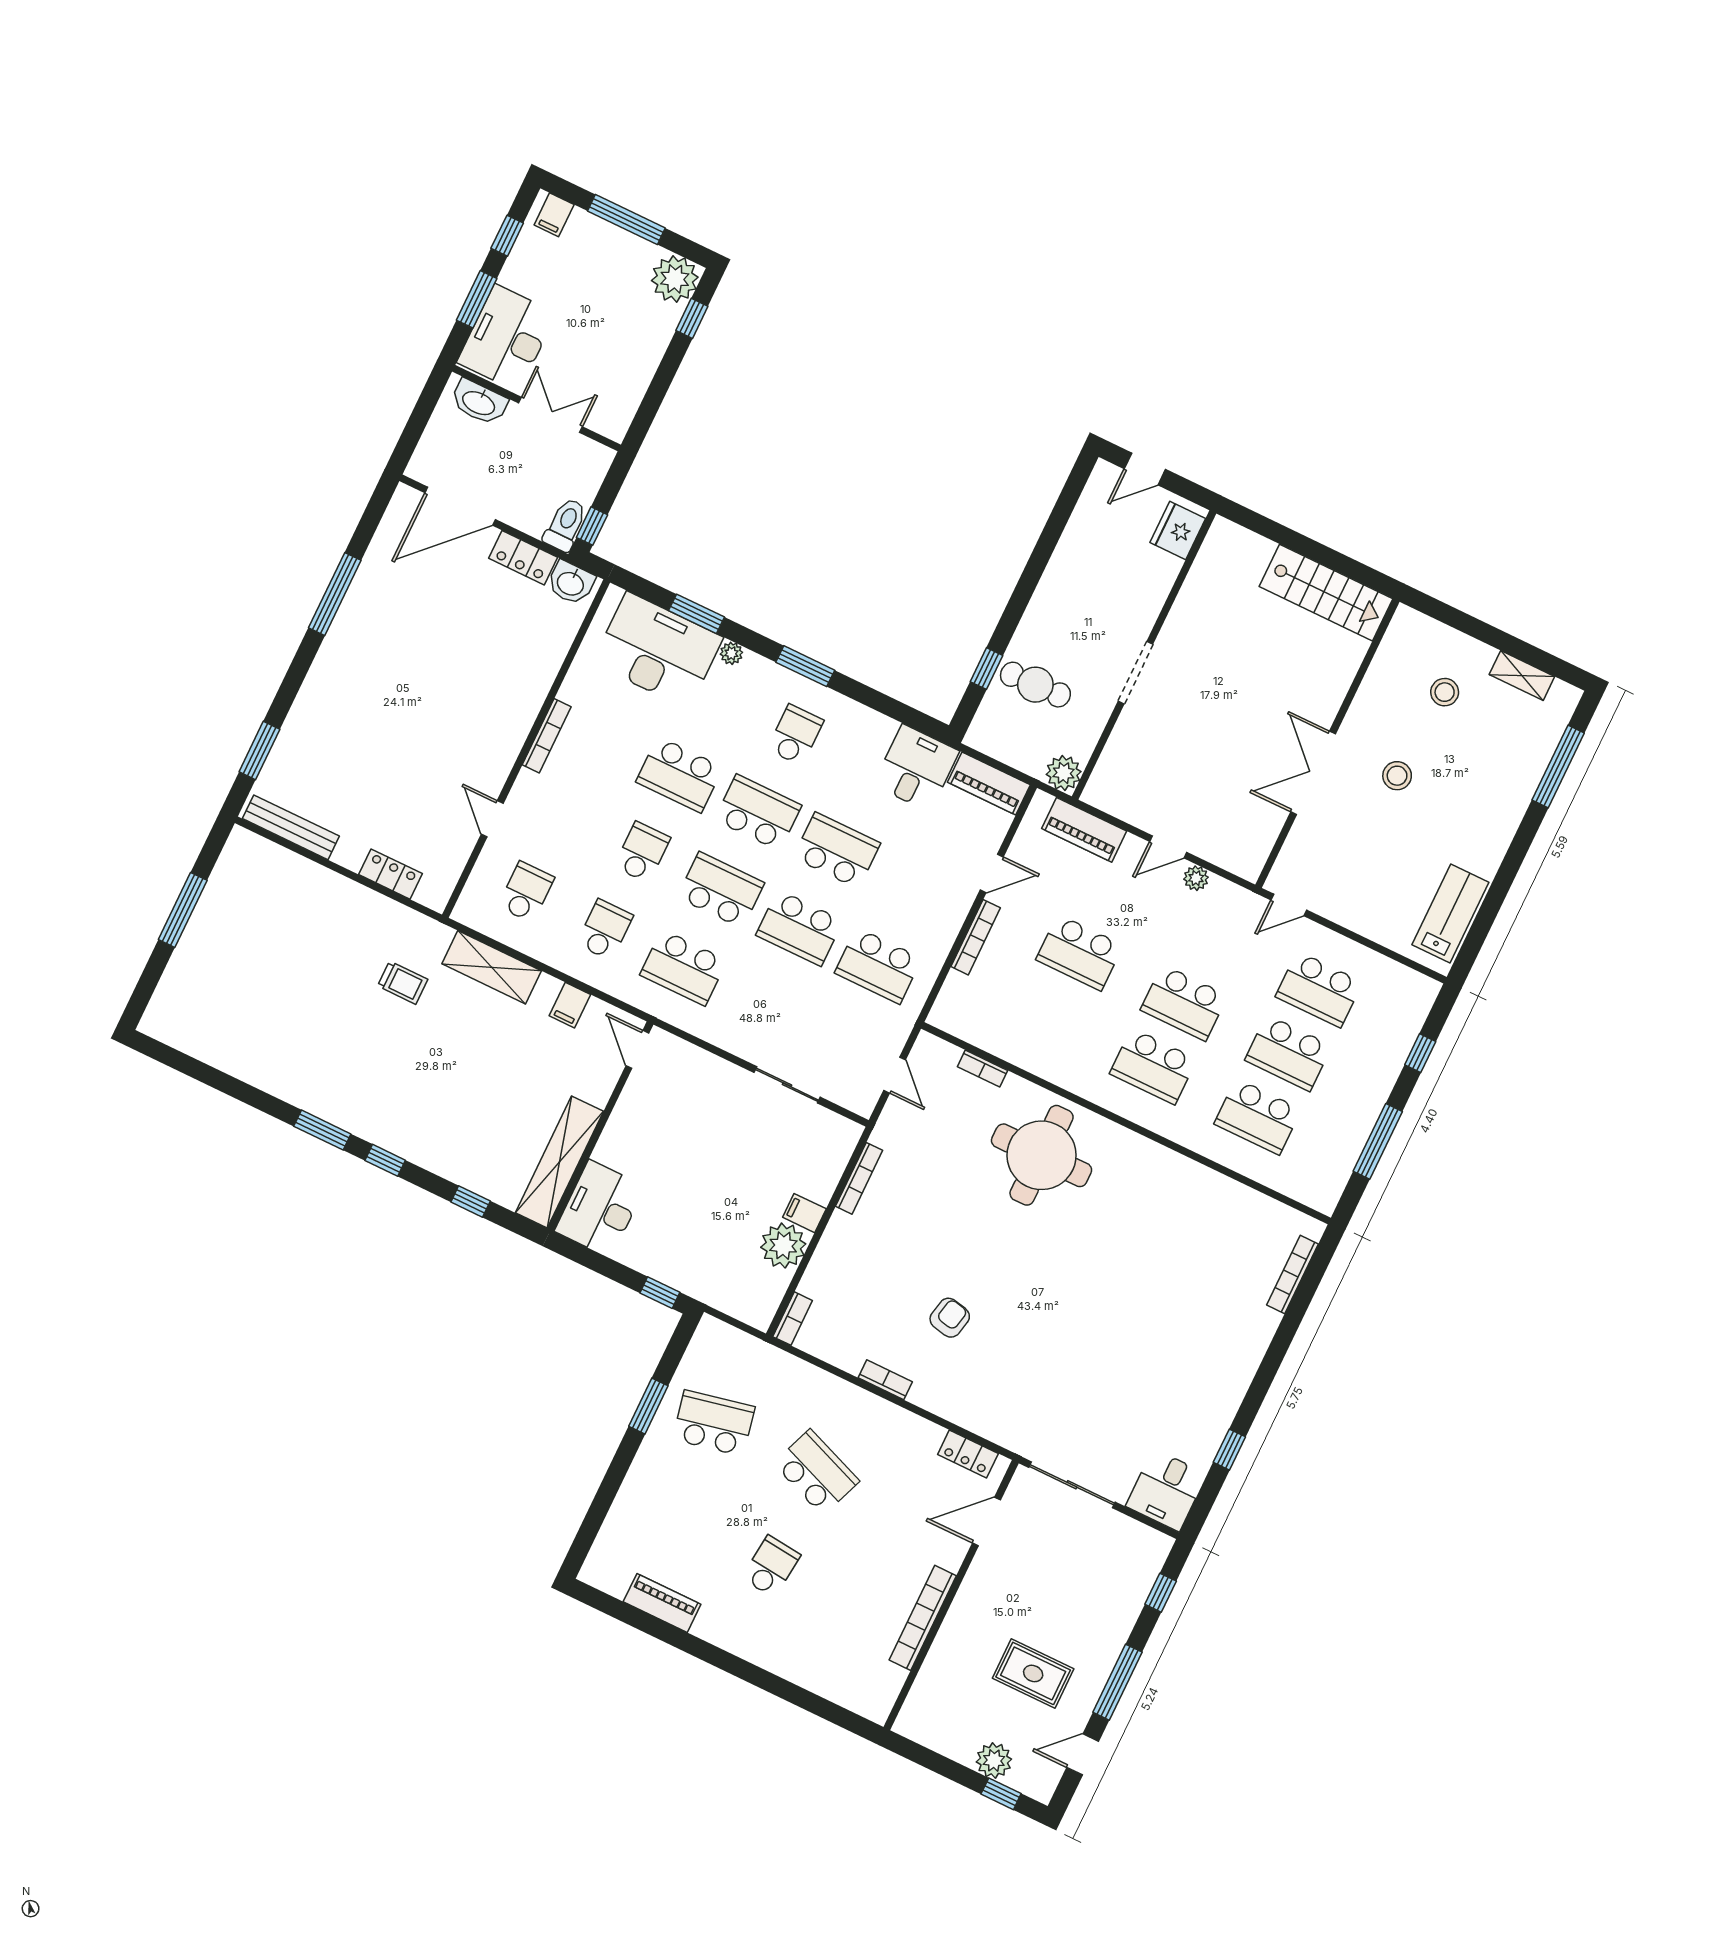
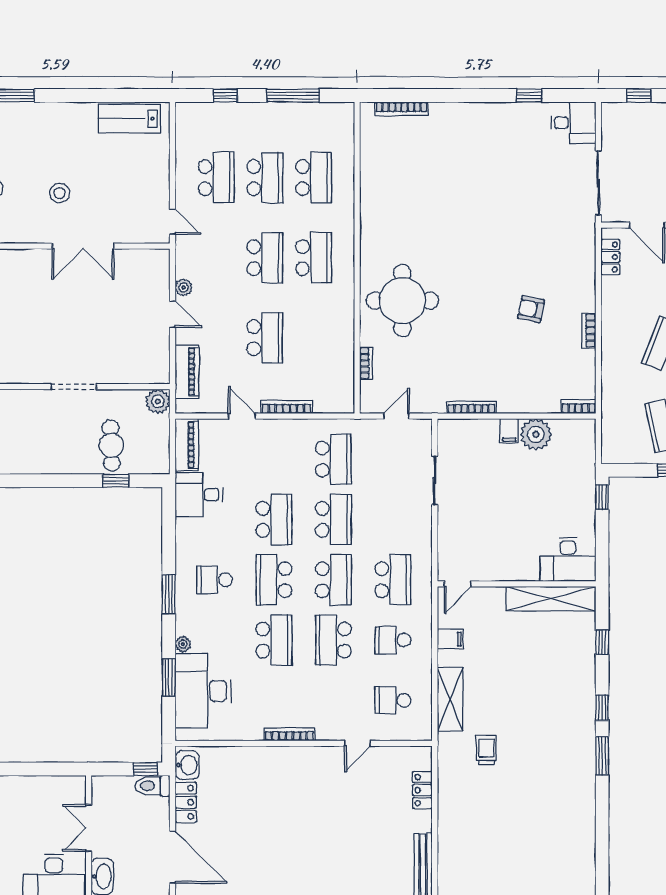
school desk: (837, 850) -> (274, 519), turned 180
school desk: (642, 852) -> (333, 640), width x1.85
school desk: (721, 890) -> (333, 580), turned 180

